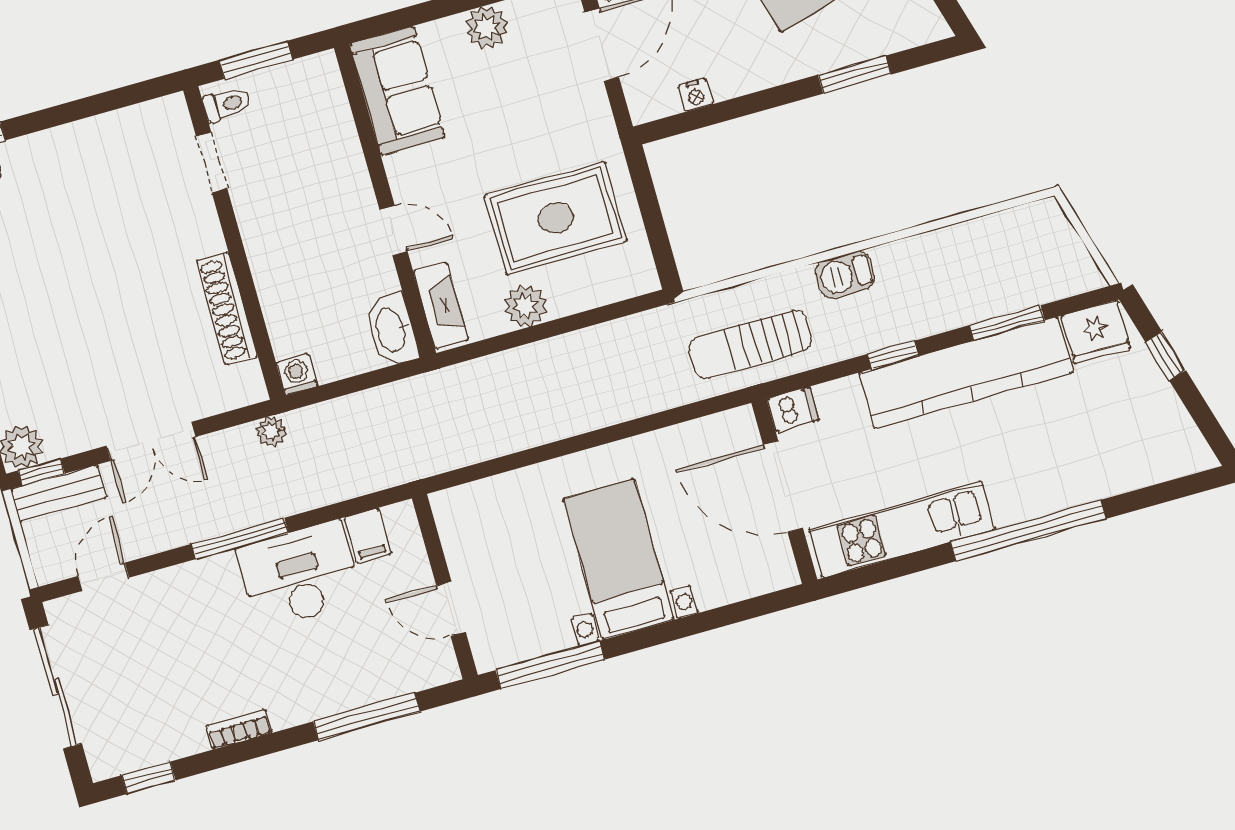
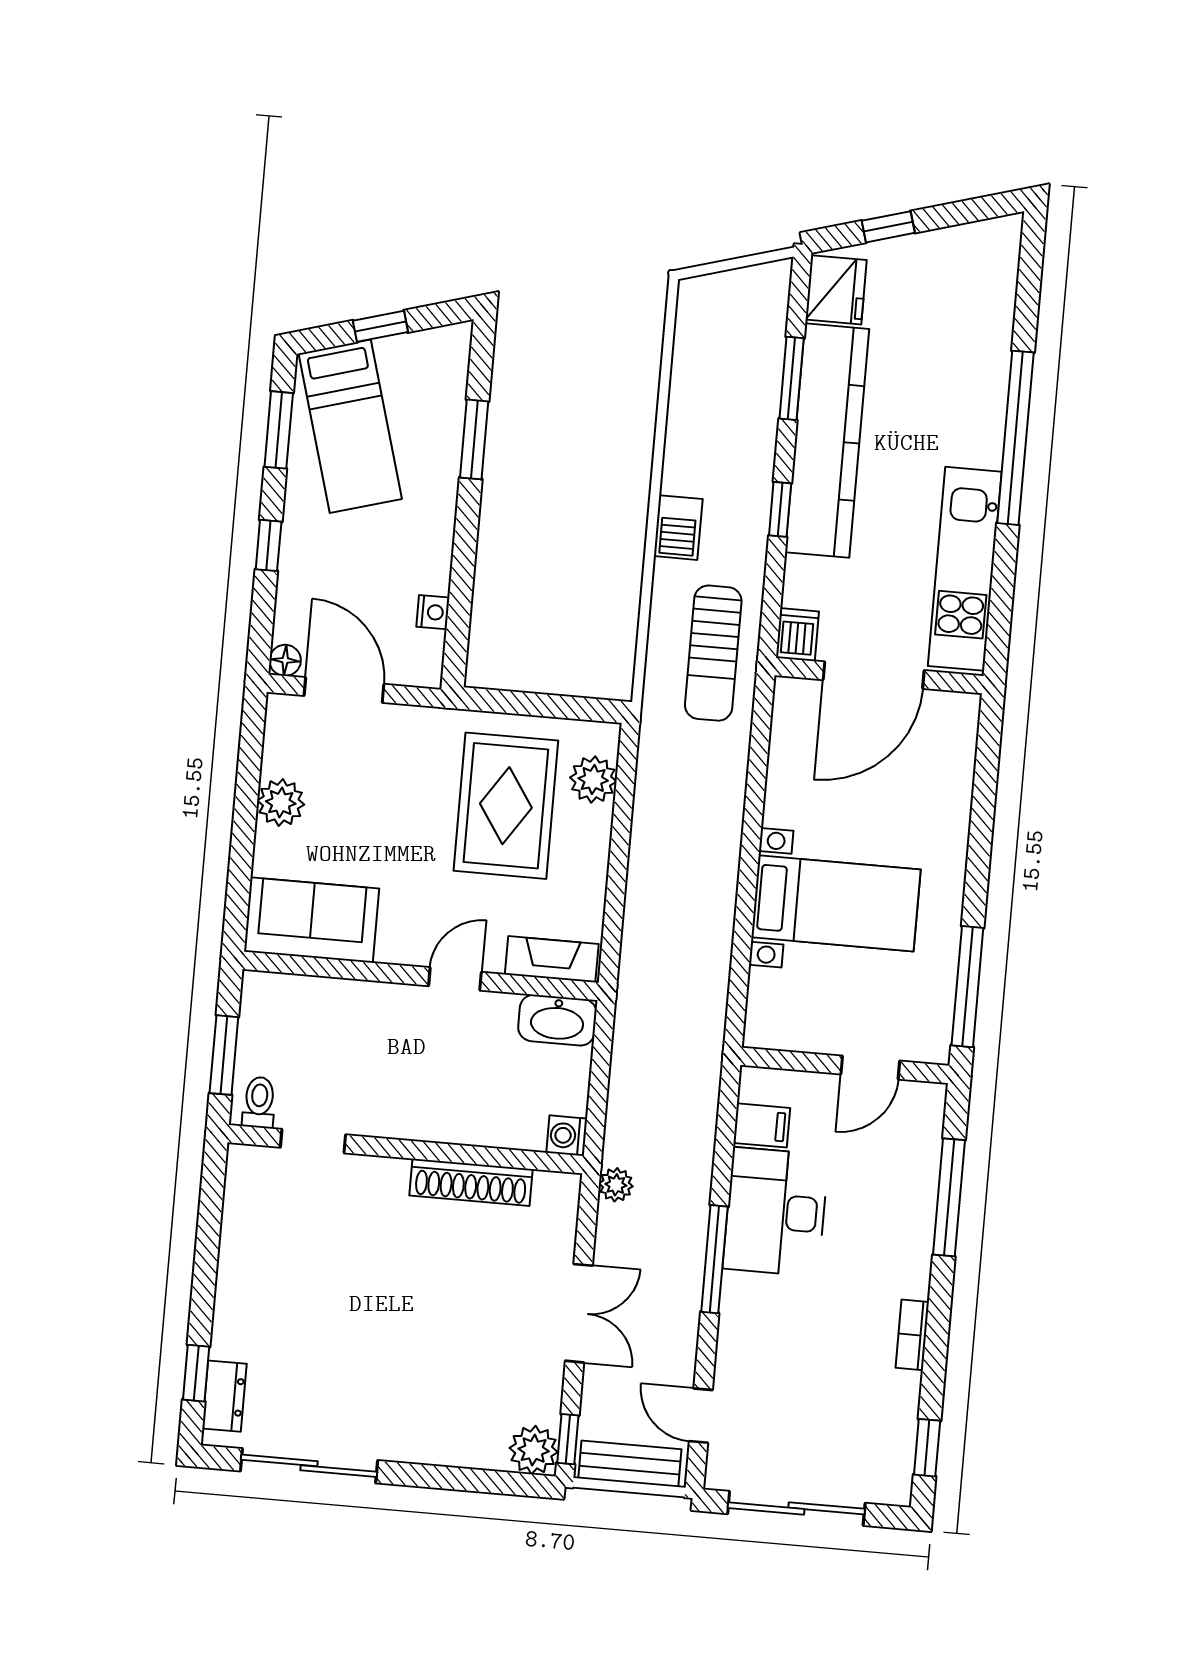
plant: (525, 306) -> (593, 780), moved
bench: (58, 493) -> (630, 1464), moved, turned 90
bed with nightstands: (619, 559) -> (836, 903), moved, turned 180

